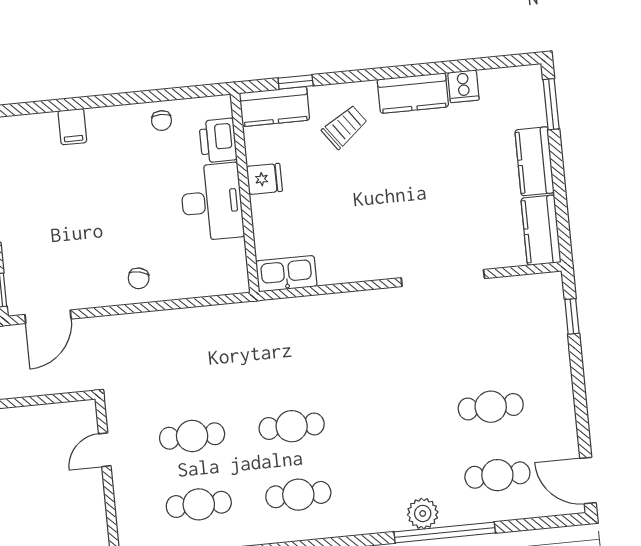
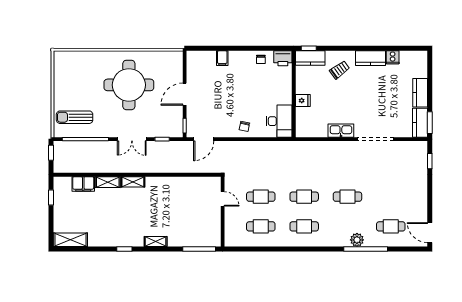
window: (296, 82) -> (309, 48), moved
window: (551, 104) -> (430, 123), moved
printer: (218, 140) -> (283, 58), moved, turned -90
fridge: (264, 179) -> (303, 101), moved
desk: (212, 202) -> (279, 121), moved
kitchen sink: (286, 274) -> (341, 131), moved
cafe table: (491, 407) -> (347, 197), moved
door: (105, 450) -> (223, 199), swing flipped

